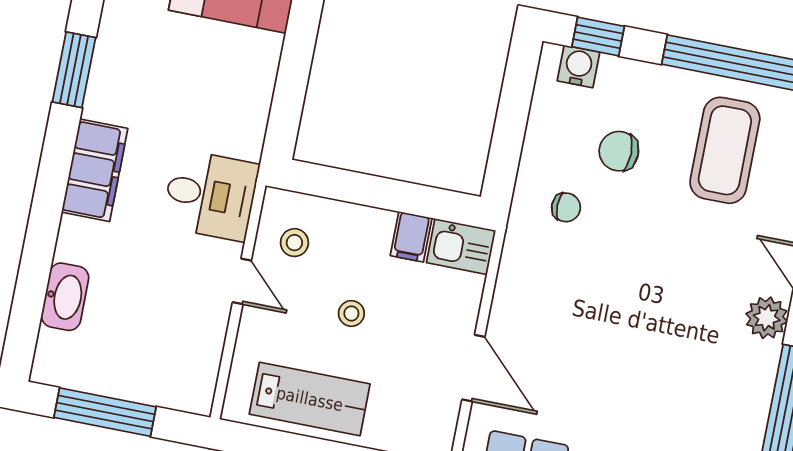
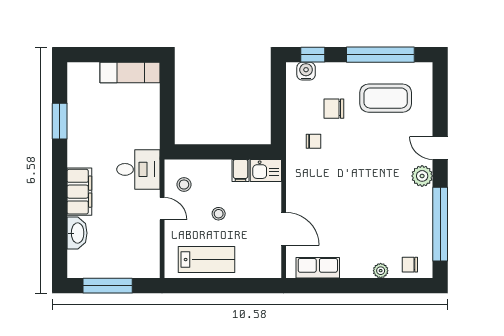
coffee table: (725, 150) -> (386, 98), turned 90
filing cabinet: (95, 170) -> (79, 192), moved

